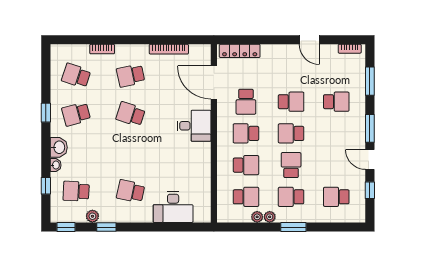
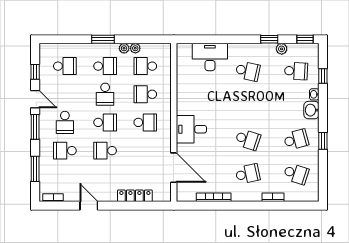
locker: (240, 51) -> (135, 196), moved
school desk: (246, 102) -> (65, 122), moved, turned 180

